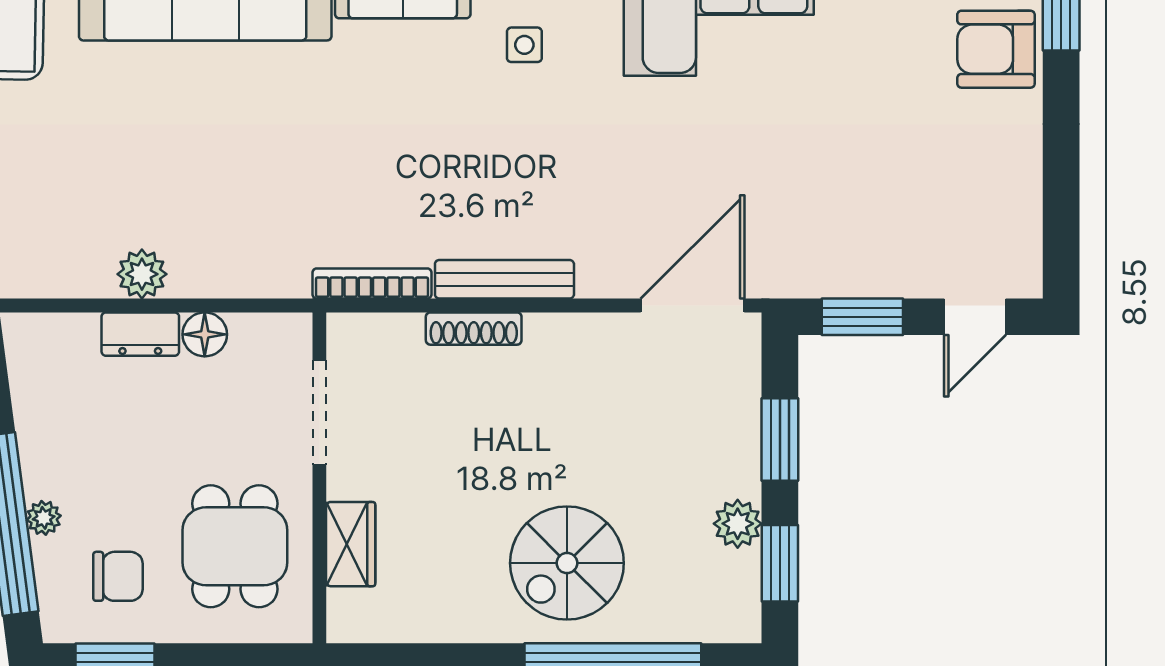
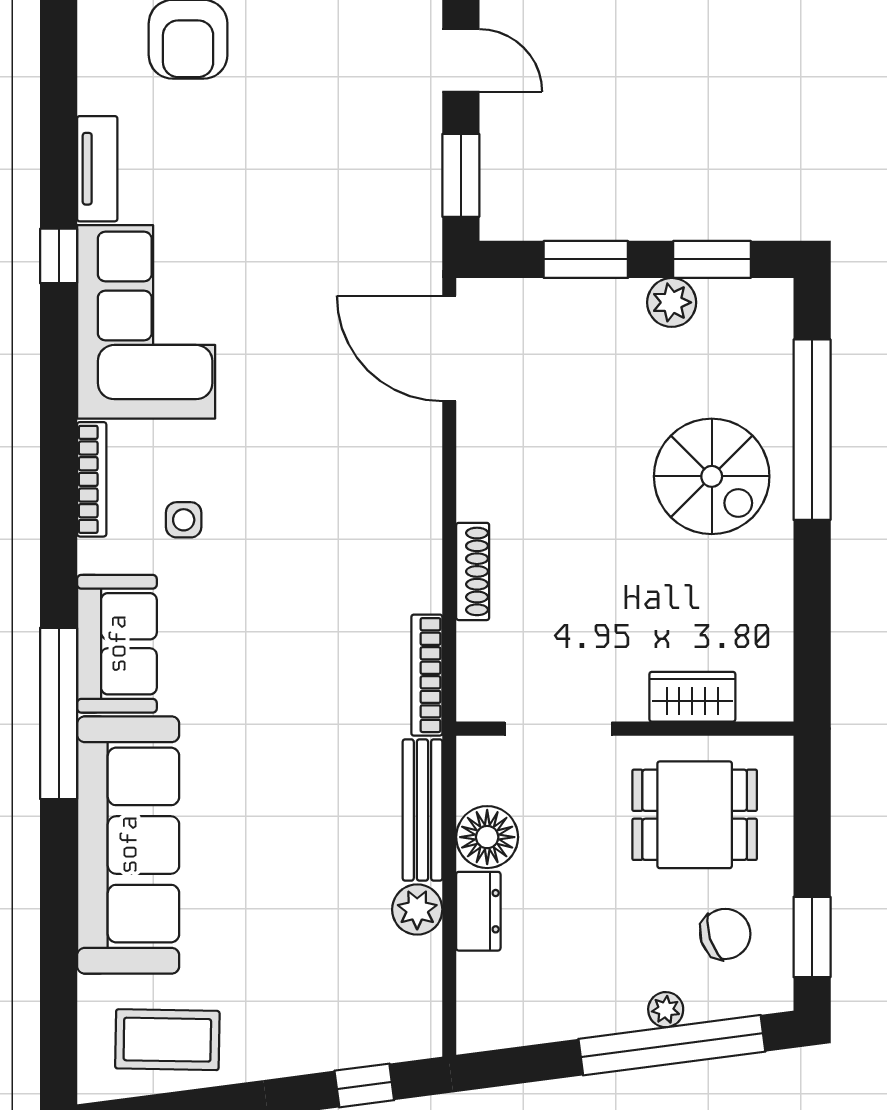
bench: (504, 279) -> (422, 810), moved
floor lamp: (205, 334) -> (487, 837), width x1.38, depth x1.38
chair: (118, 576) -> (725, 934), turned 72

